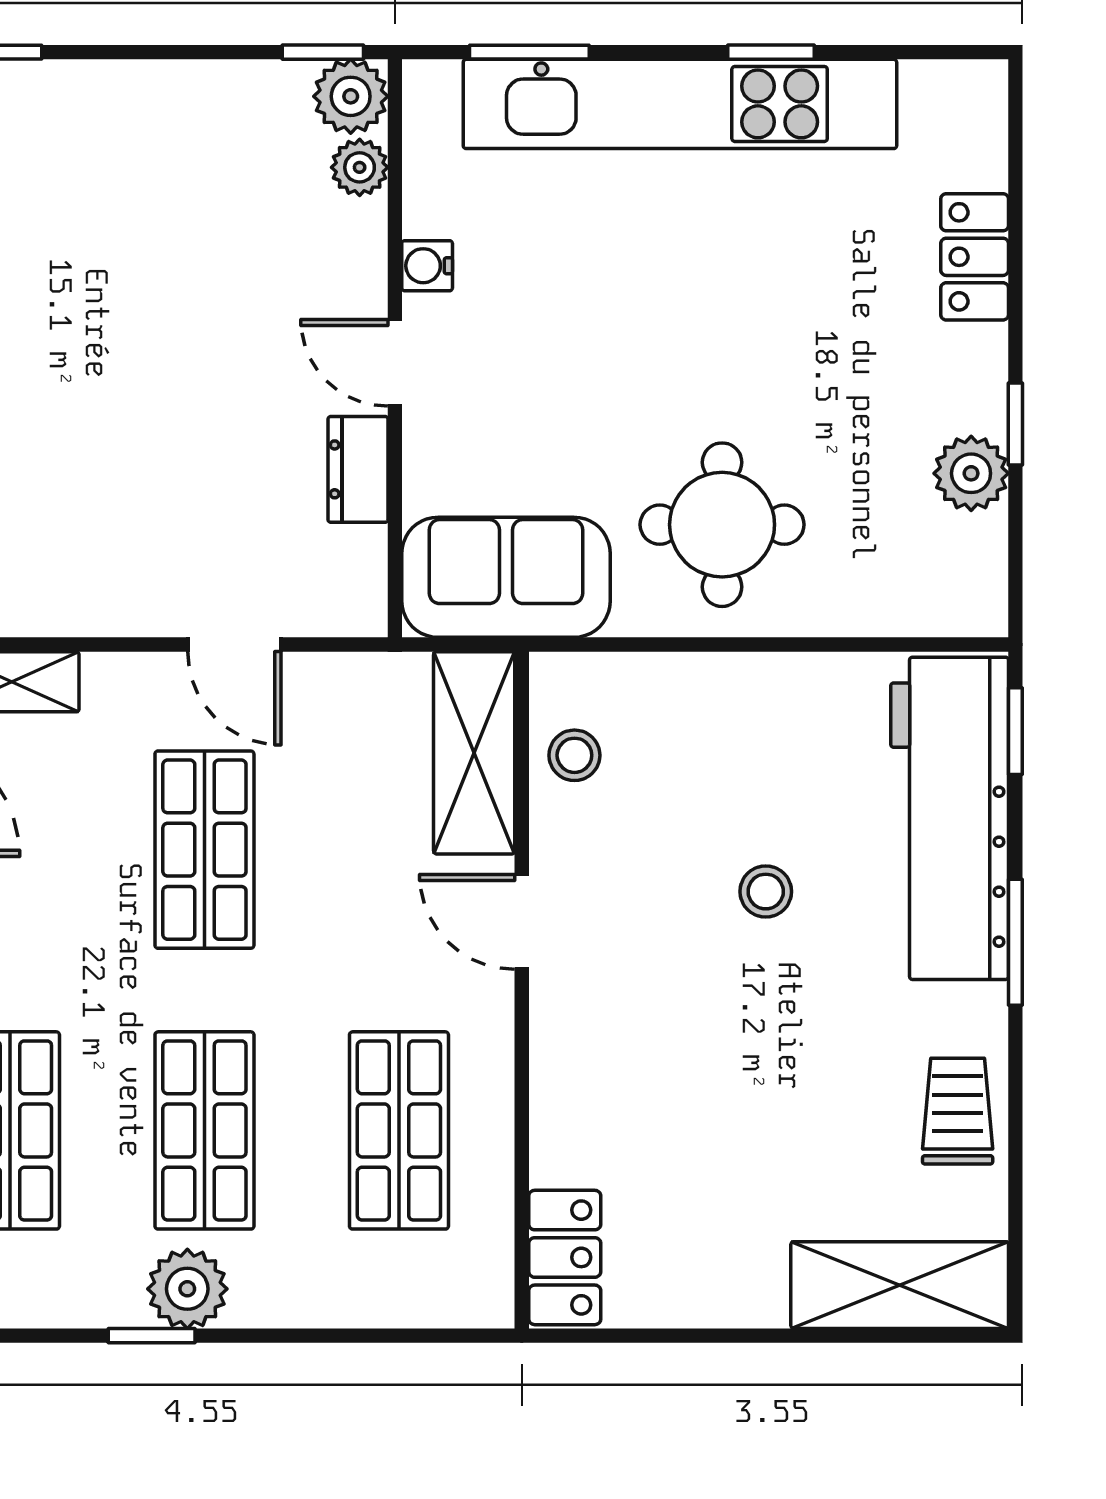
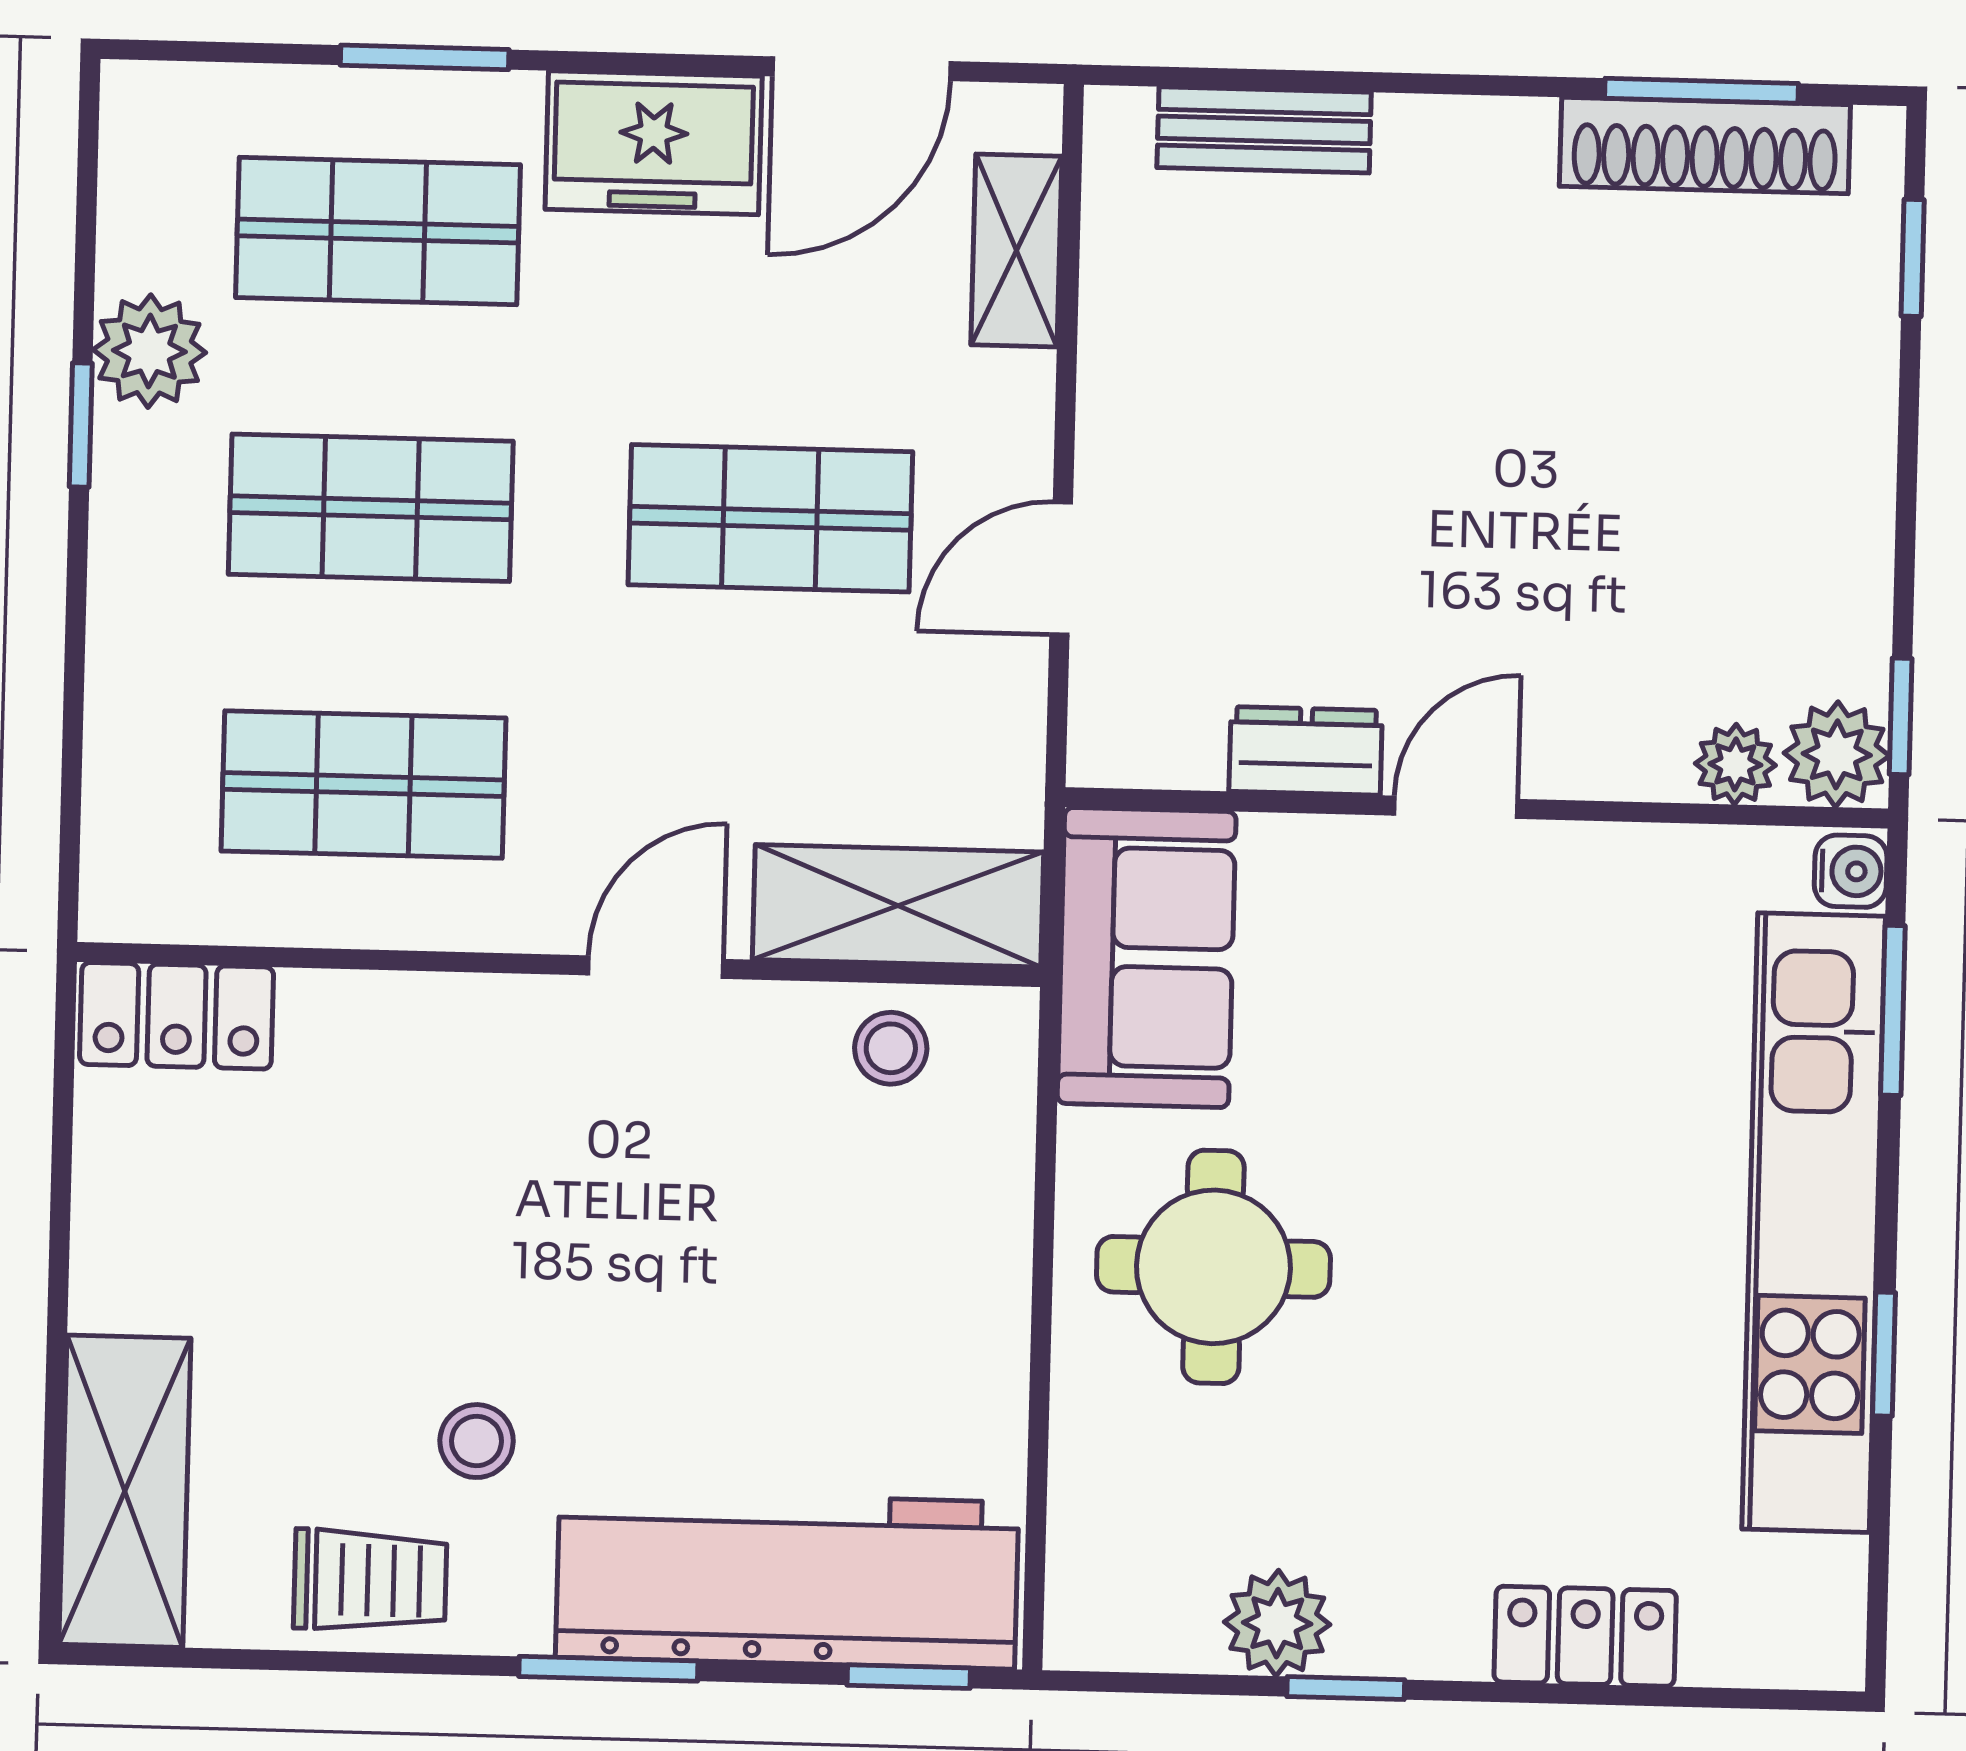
water cooler: (427, 266) -> (1851, 871), moved, turned 90
stool: (766, 892) -> (477, 1441), moved
plant: (187, 1289) -> (149, 351), moved

